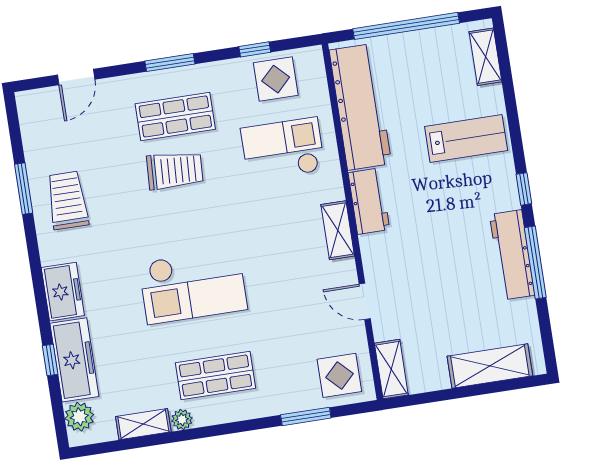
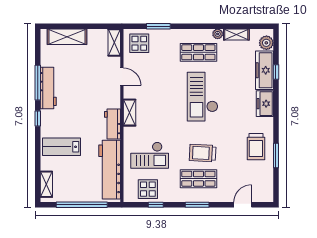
checkout: (193, 286) -> (203, 97), turned -90

